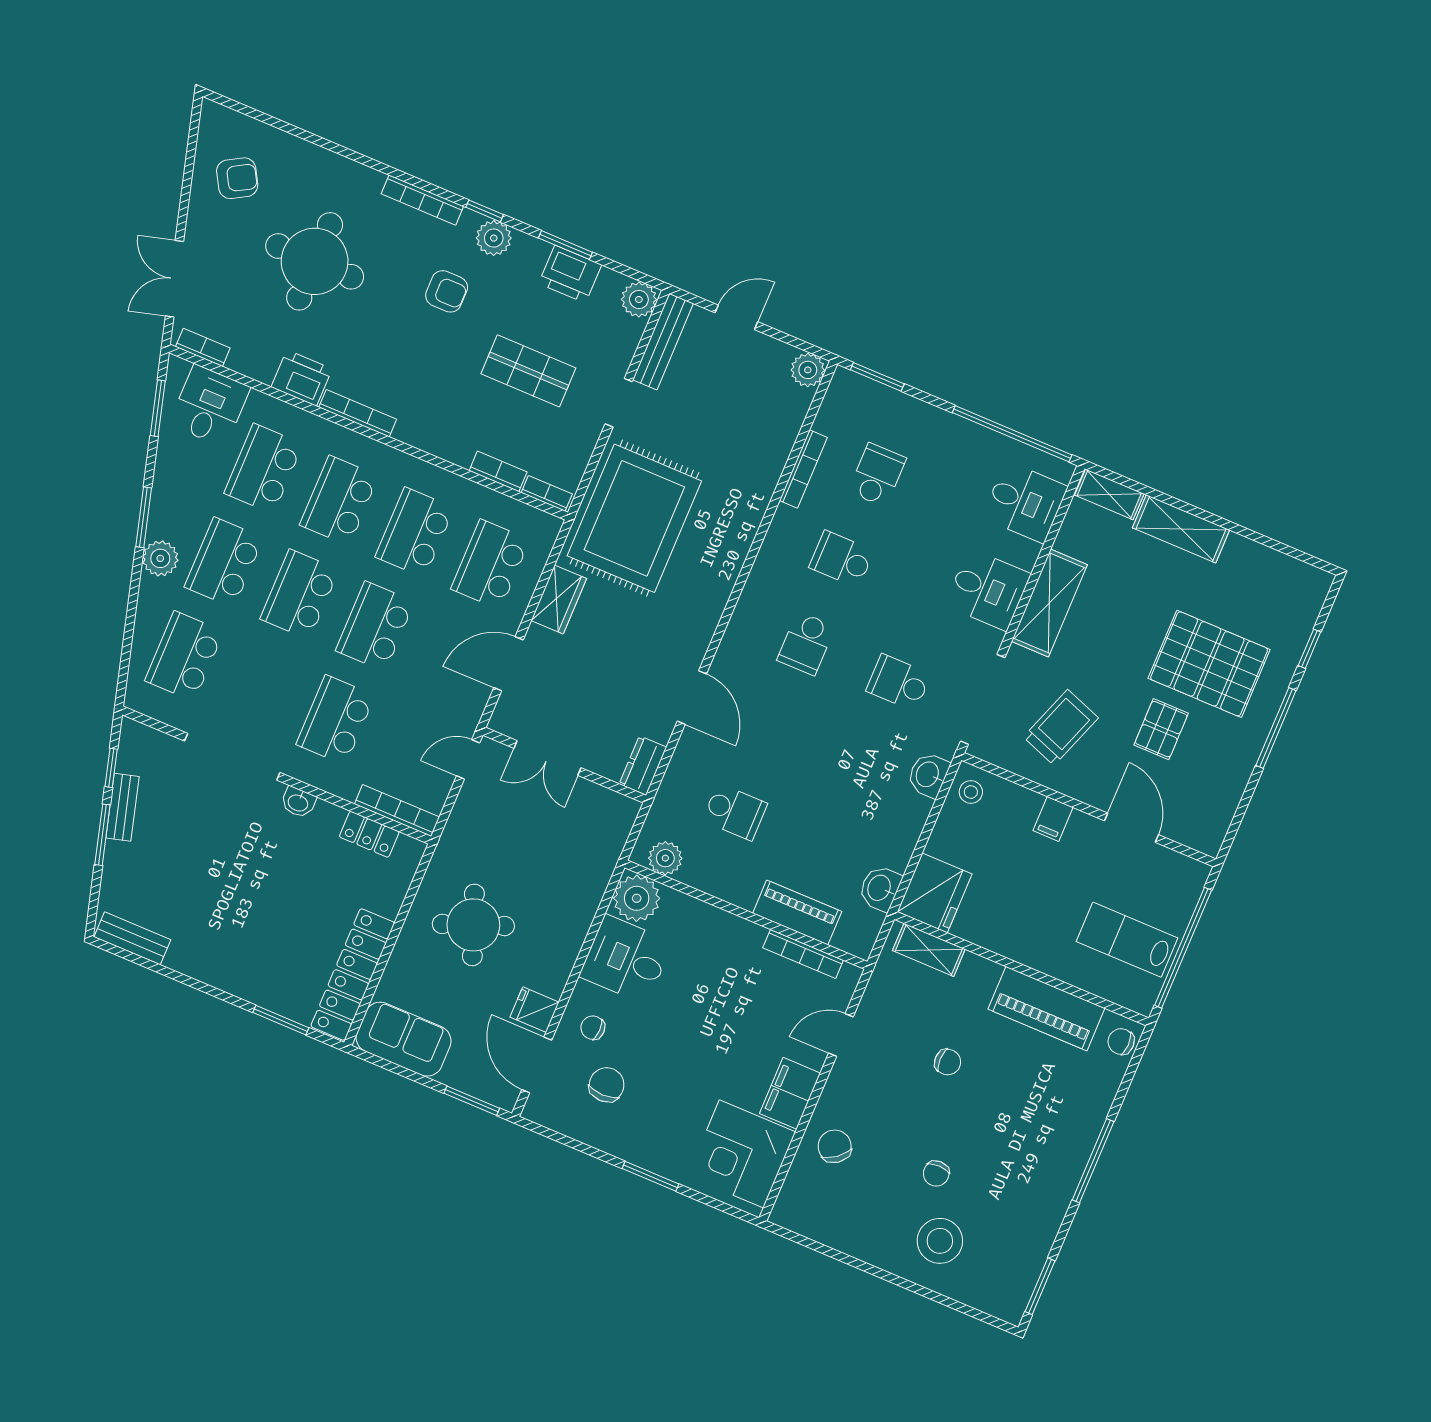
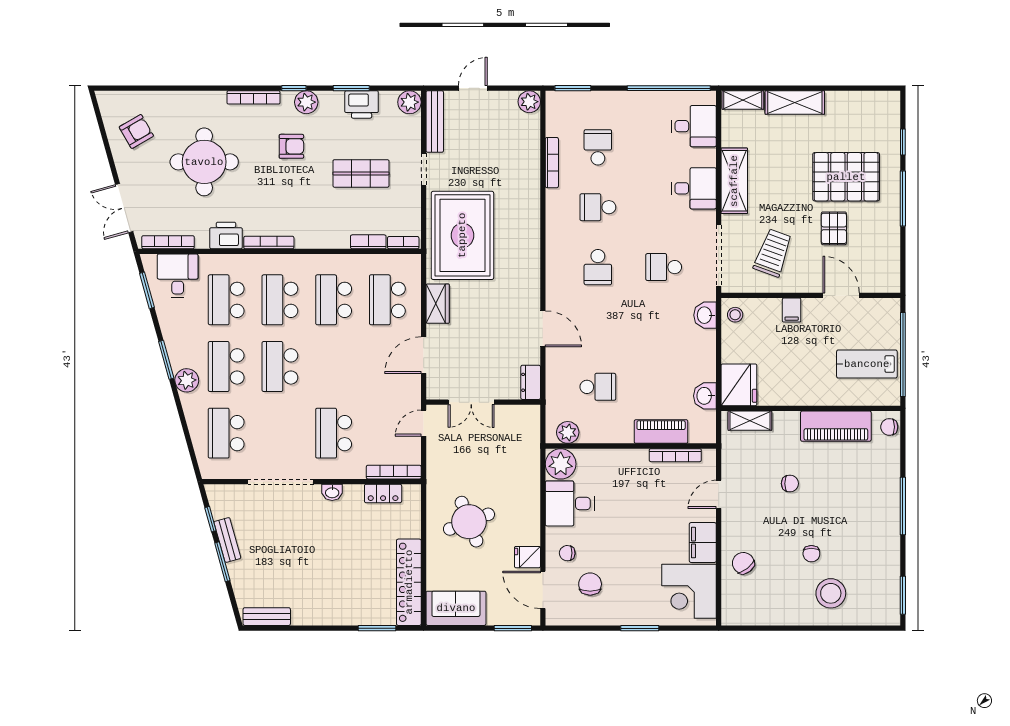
bookcase: (203, 347) -> (168, 242), width x1.56
school desk: (375, 626) -> (334, 366), removed

